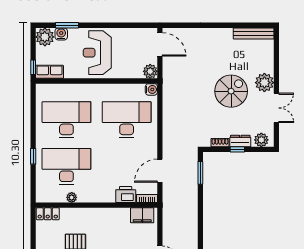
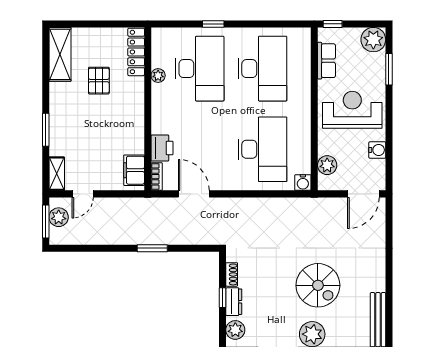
water cooler: (61, 34) -> (377, 150), moved
plant: (150, 71) -> (327, 165), moved
row of seats: (49, 72) -> (326, 61), moved
spiral stairs: (231, 91) -> (318, 285), moved
window: (200, 173) -> (152, 248), moved
locker: (48, 214) -> (136, 52), width x1.53

